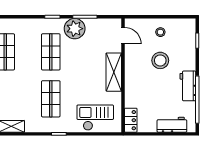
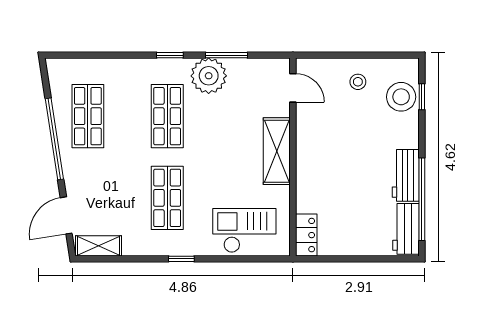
stool: (160, 60) -> (401, 97), moved
workbench: (172, 125) -> (406, 229), moved, turned -90

